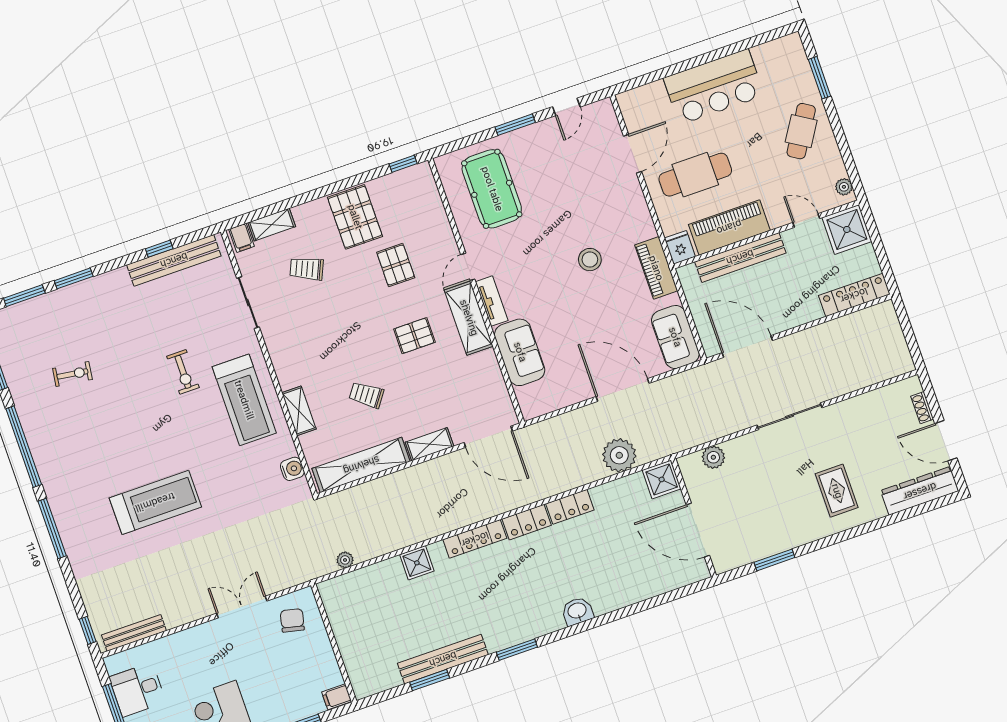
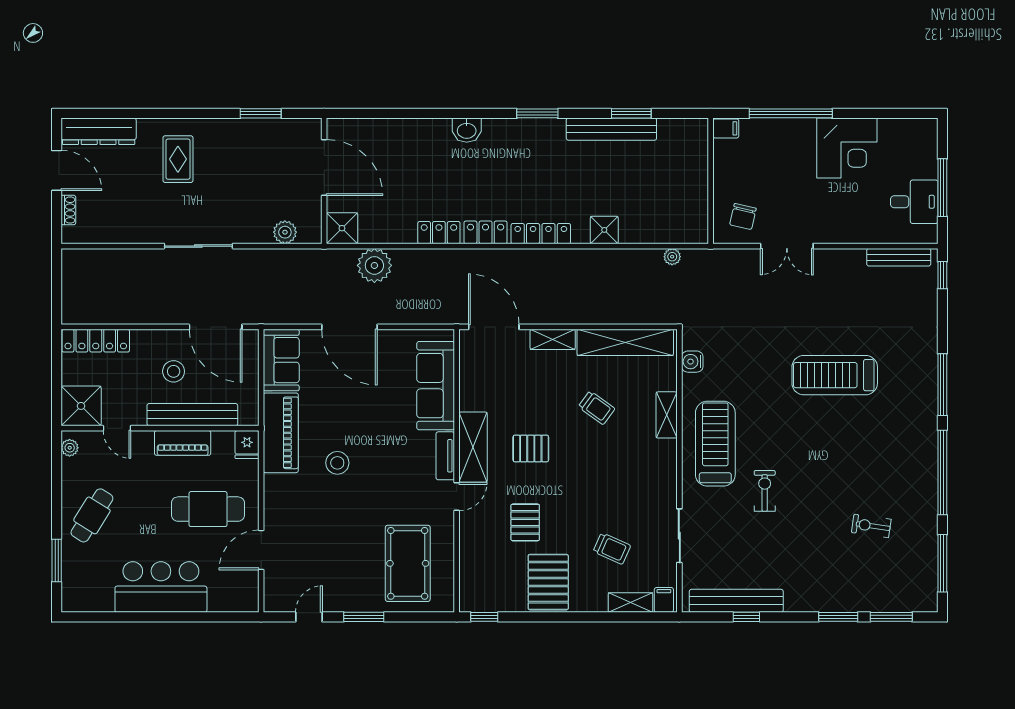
piano: (729, 227) -> (183, 443), width x0.73, depth x0.75
piano: (656, 268) -> (281, 433), width x1.37, depth x1.33
stool: (772, 292) -> (174, 371), added
sofa: (520, 352) -> (436, 386), width x1.36

